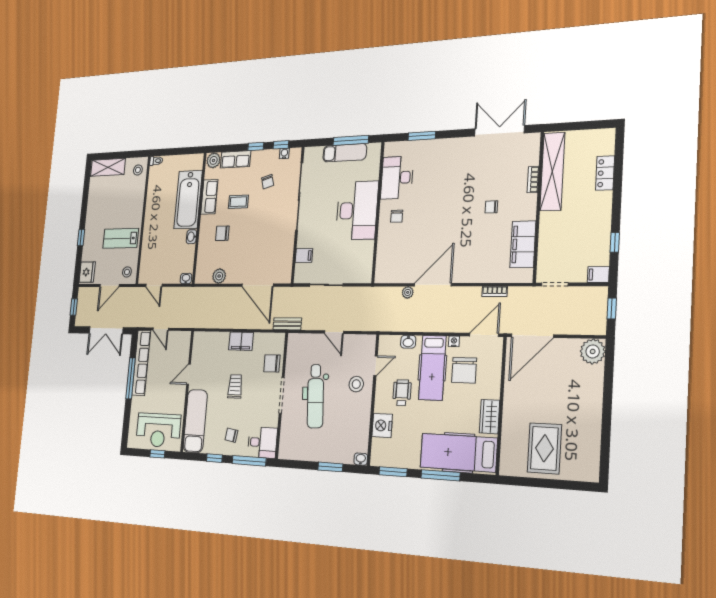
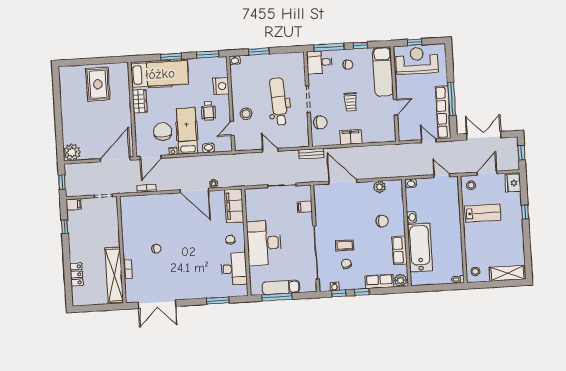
coffee table: (238, 202) -> (345, 245), moved
filing cabinet: (523, 244) -> (234, 206), moved, turned 180
door: (433, 285) -> (195, 191), hinge flipped
window: (440, 475) -> (171, 57), width x0.69

